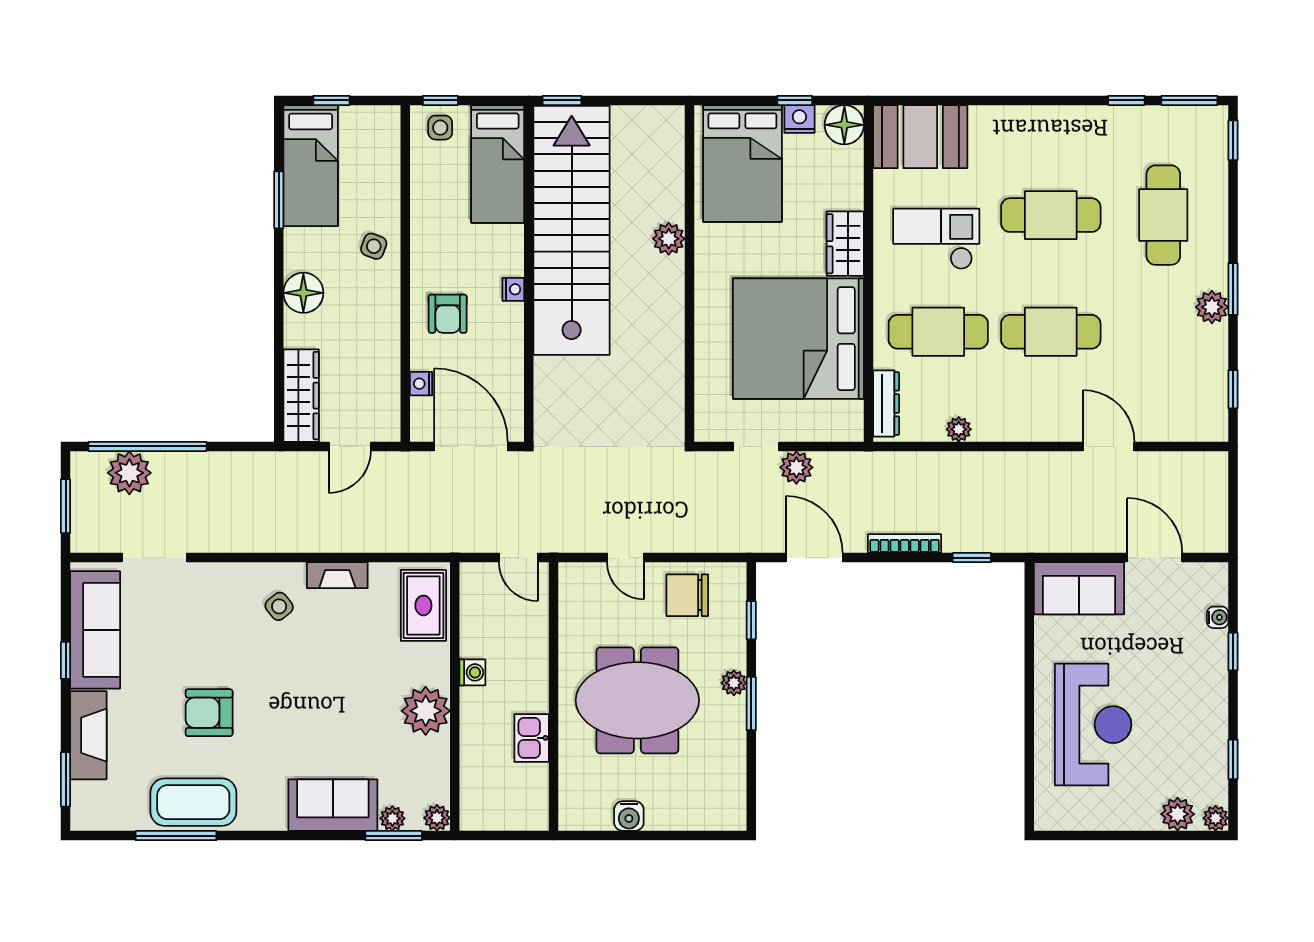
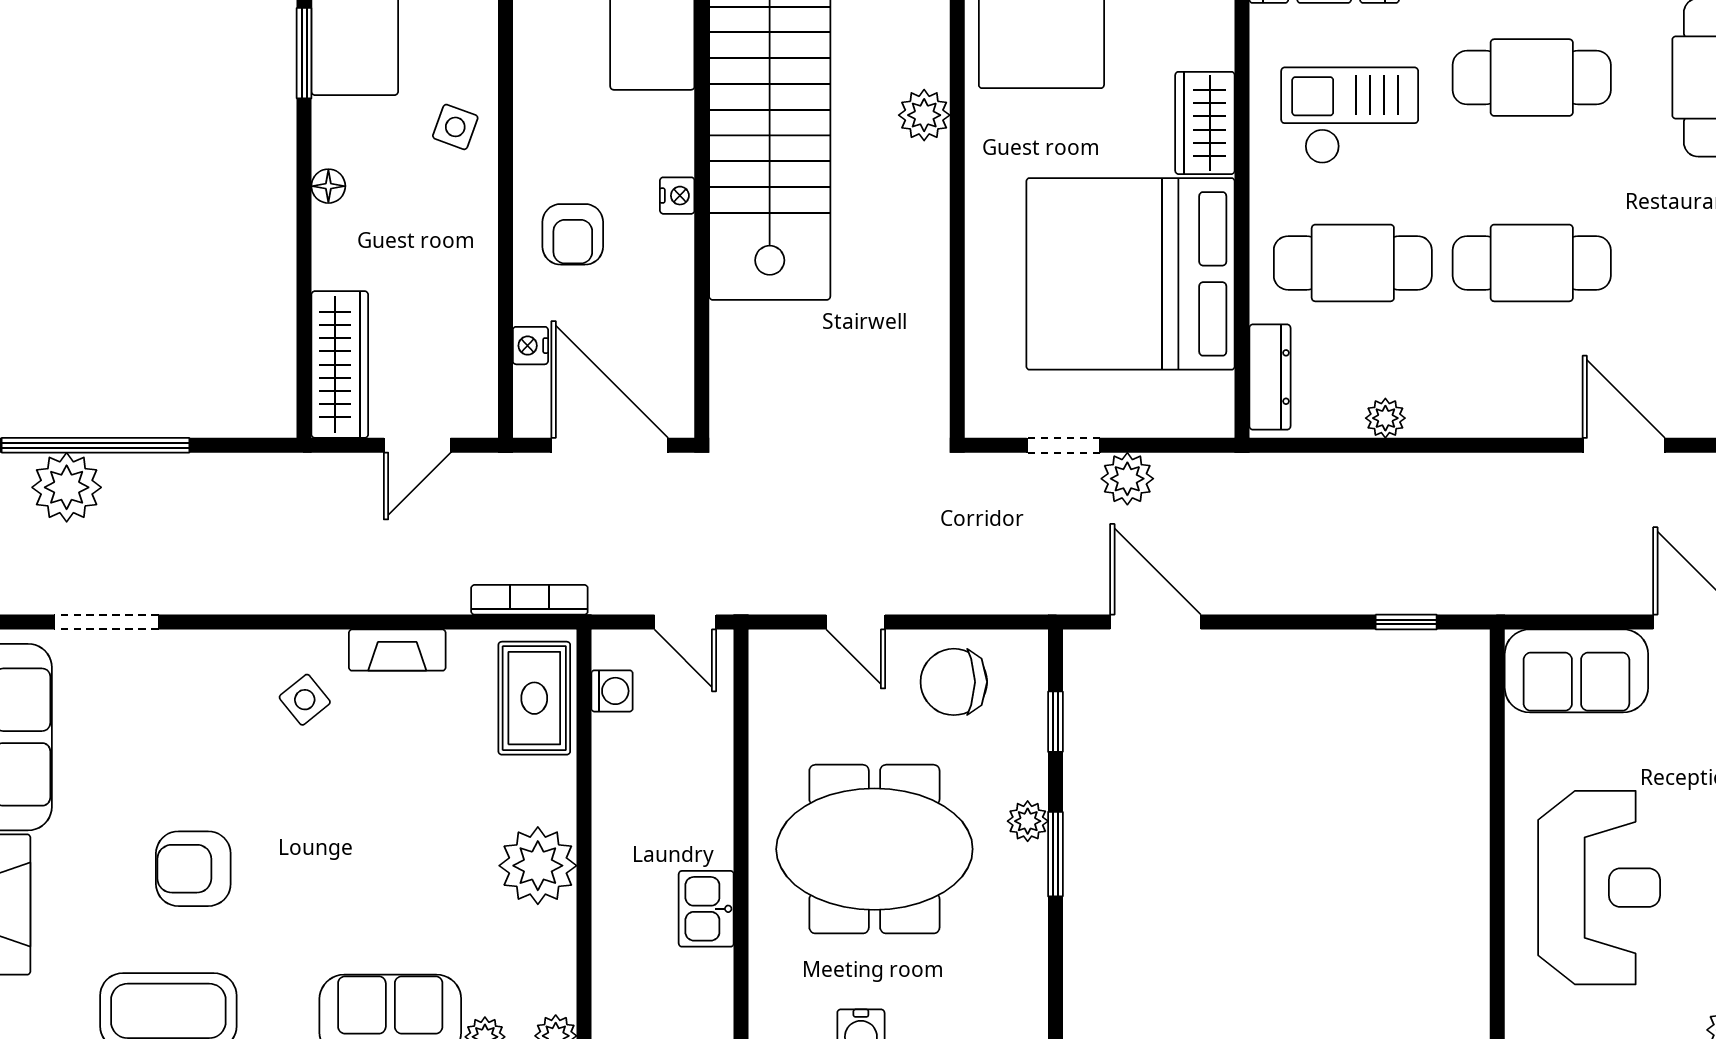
floor lamp: (303, 293) -> (328, 186), width x0.53, depth x0.53
bookcase: (905, 544) -> (529, 600), moved
washing machine: (472, 672) -> (612, 691), moved

